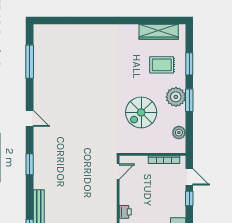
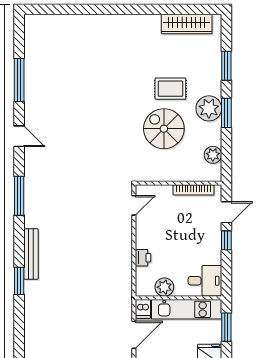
window: (30, 62) -> (19, 80), moved
rug: (162, 65) -> (170, 89), moved
spiral stairs: (141, 112) -> (164, 129), turned 90
window: (30, 164) -> (19, 196), width x1.44
door: (189, 177) -> (226, 212), hinge flipped

